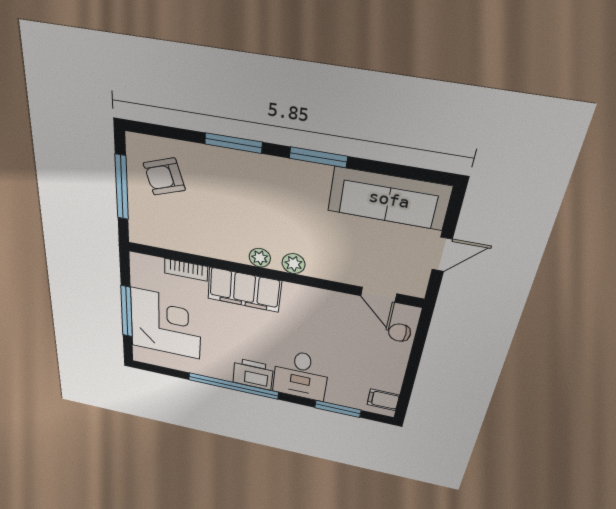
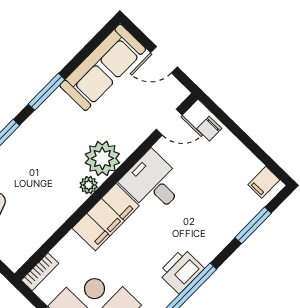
door: (442, 254) -> (164, 60), swing flipped
plant: (294, 264) -> (102, 158), width x1.88, depth x1.88
bookcase: (186, 270) -> (40, 272), moved
desk: (301, 375) -> (153, 183), moved, turned 180

